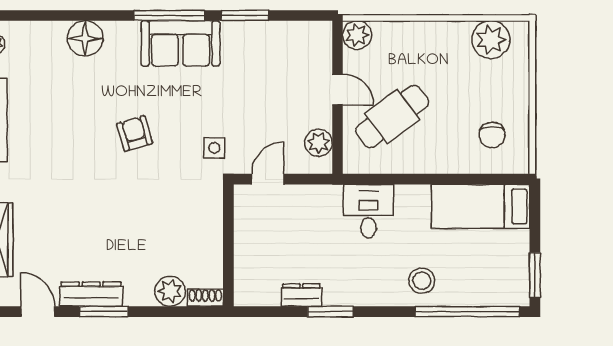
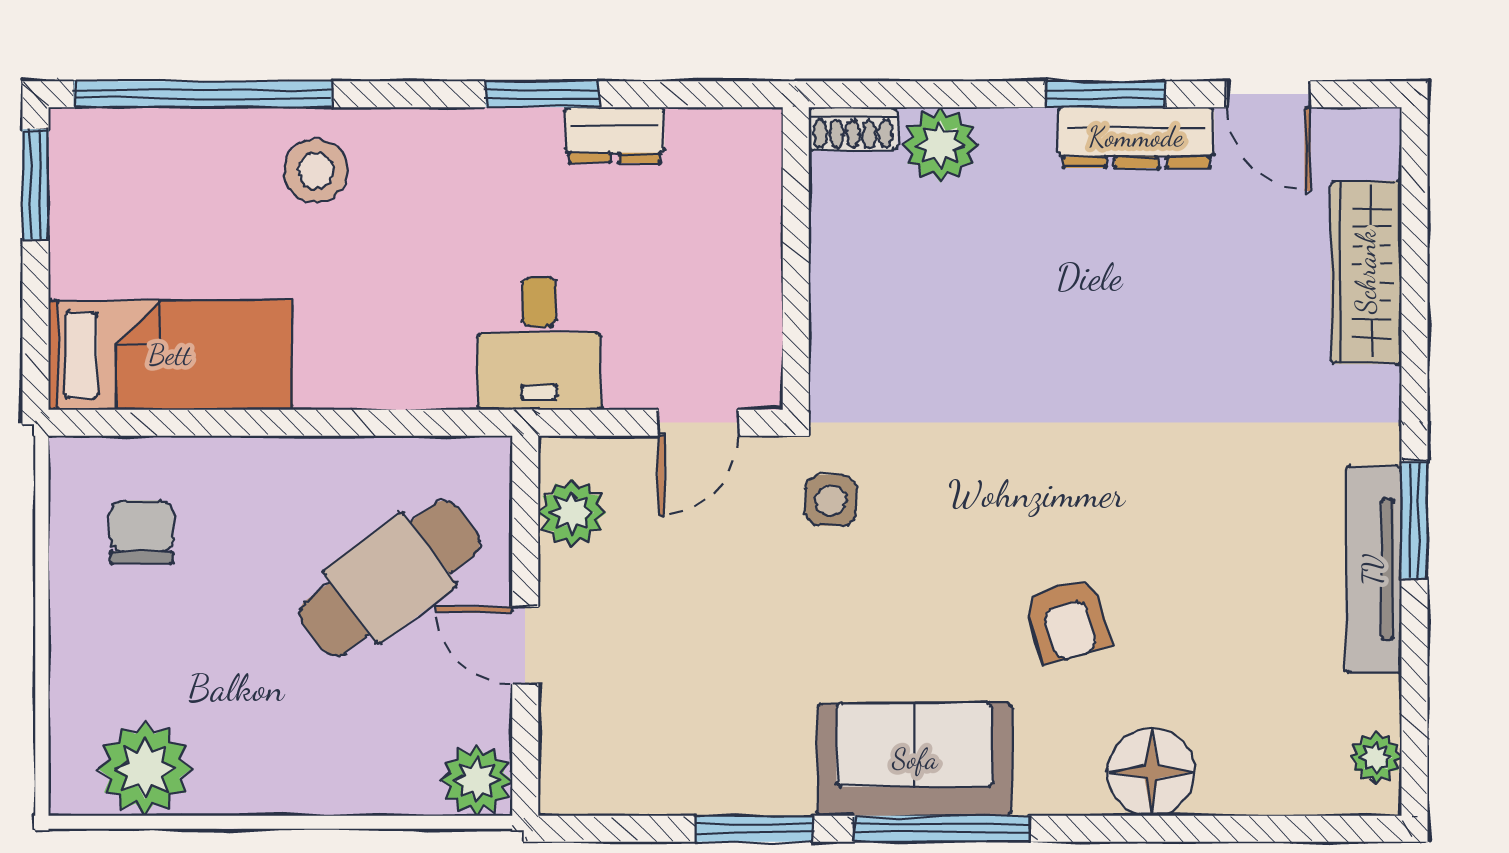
armchair: (135, 133) -> (1067, 620), moved
desk: (369, 211) -> (539, 343), moved

